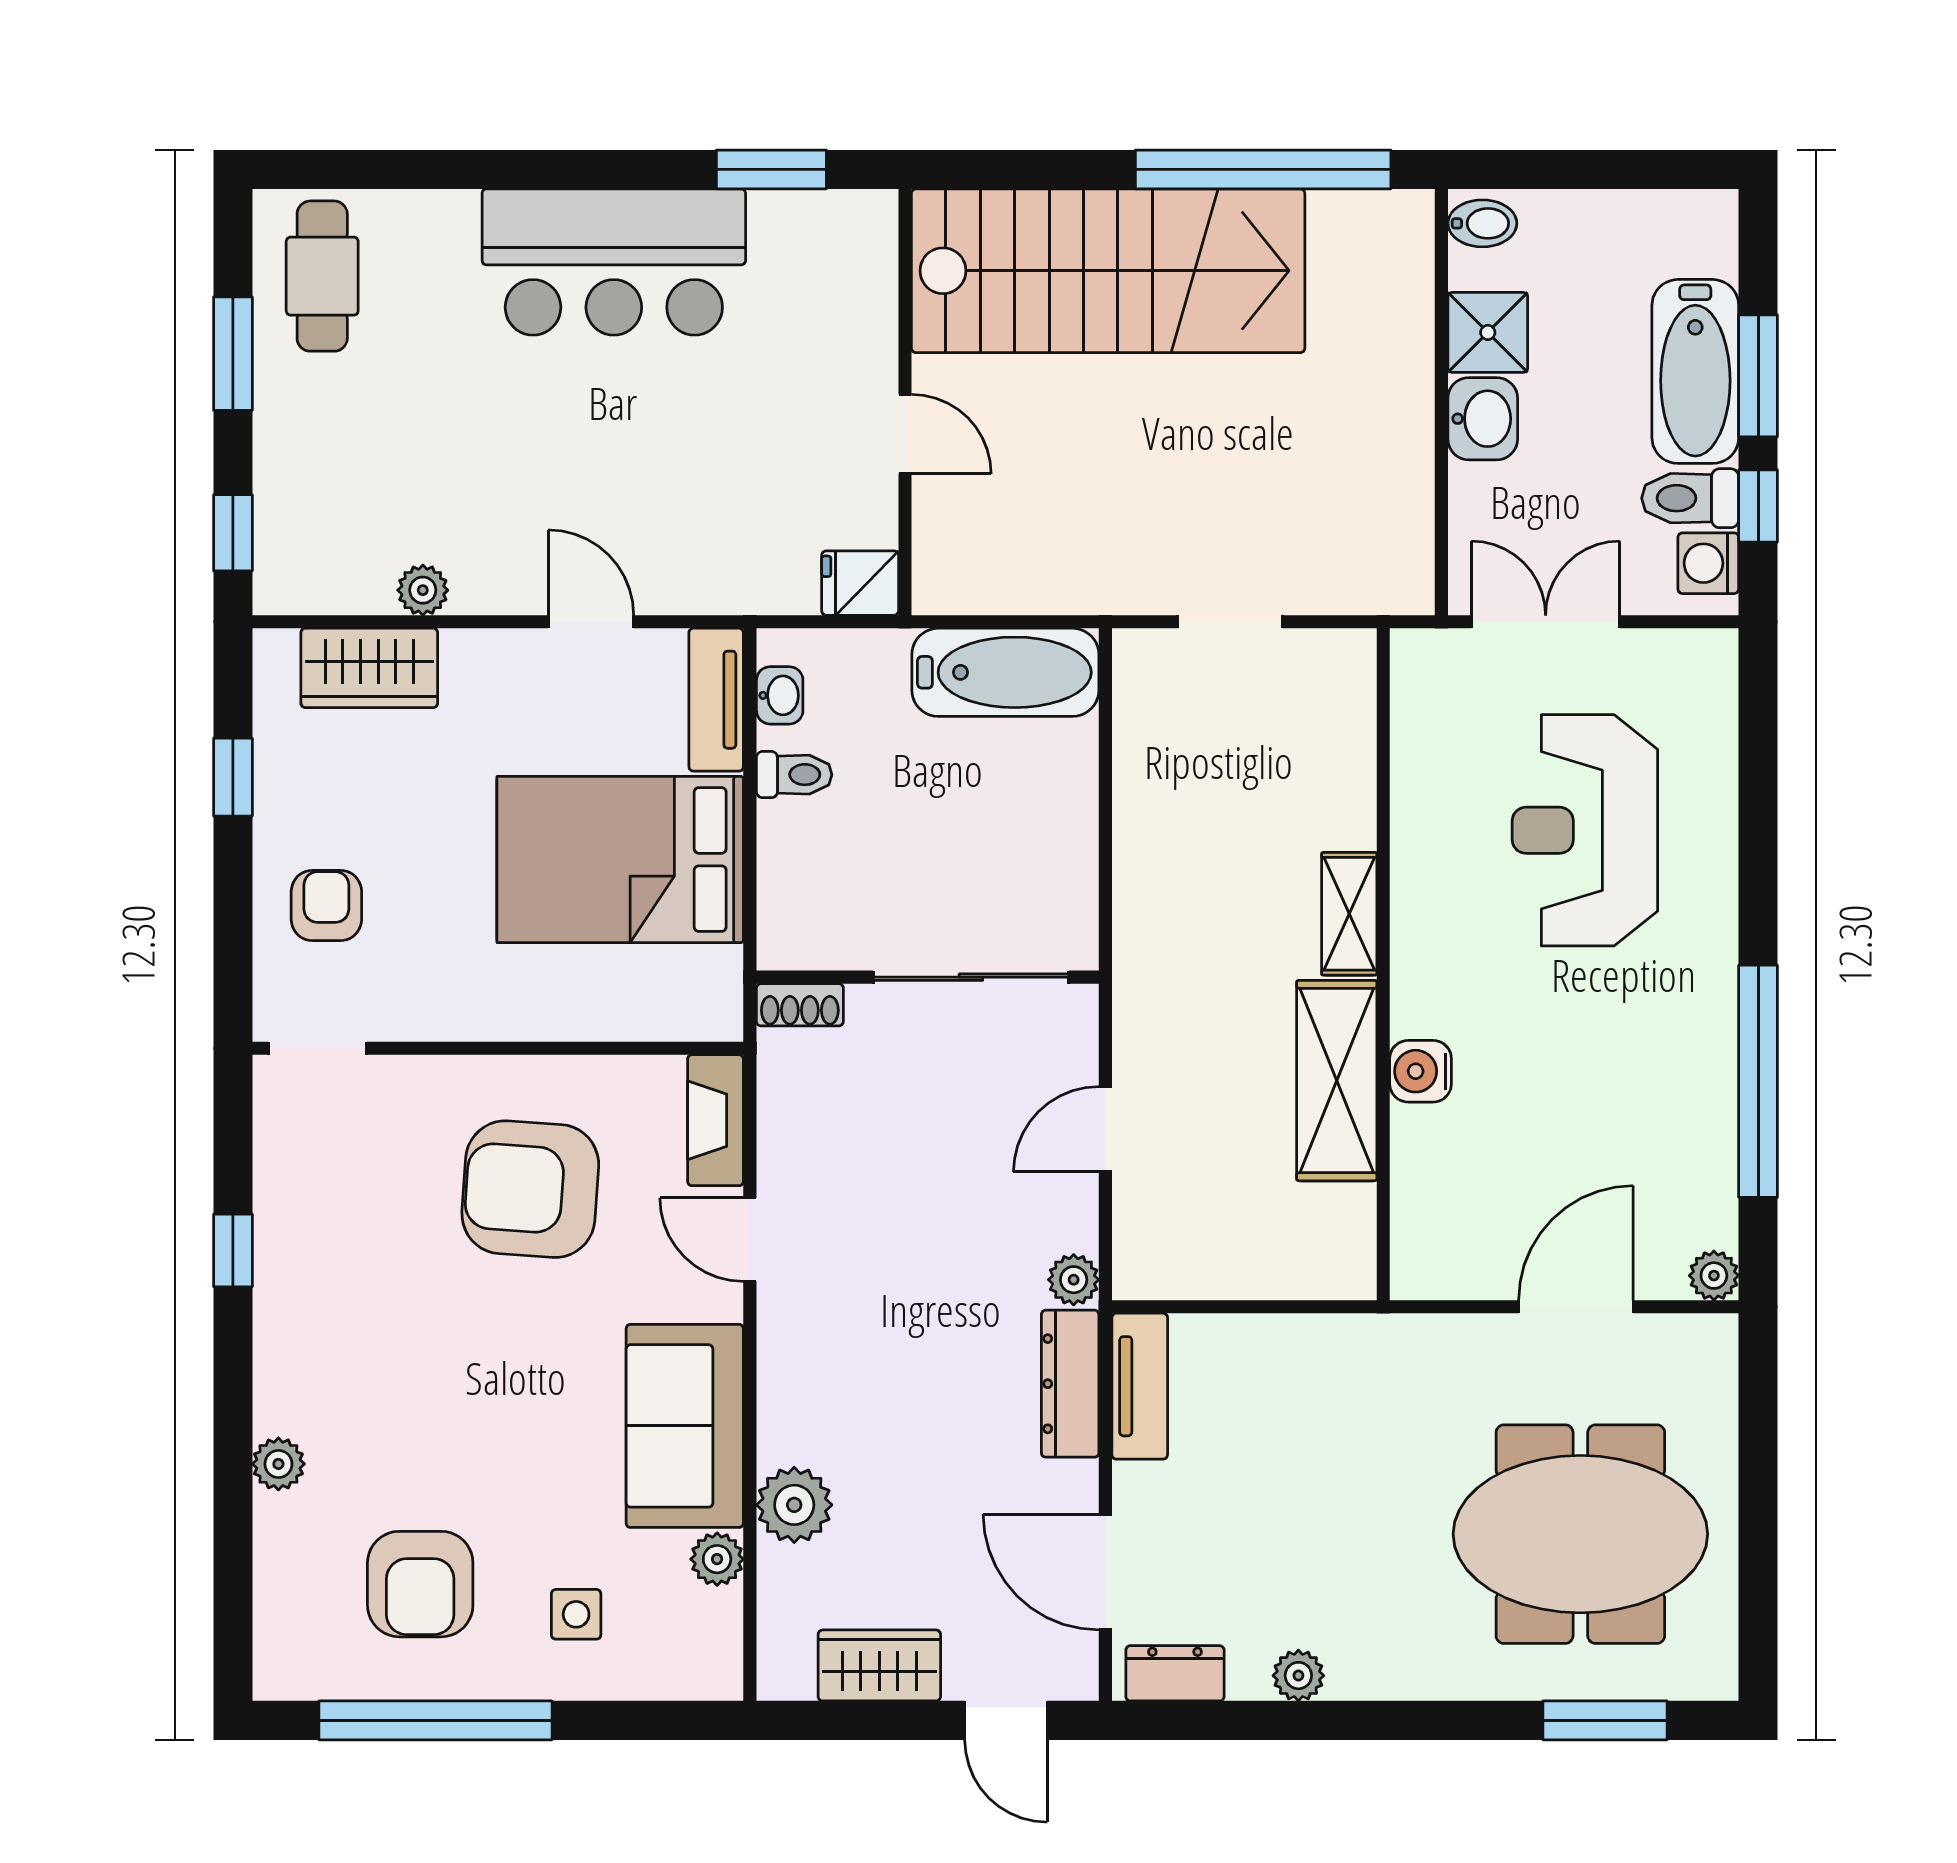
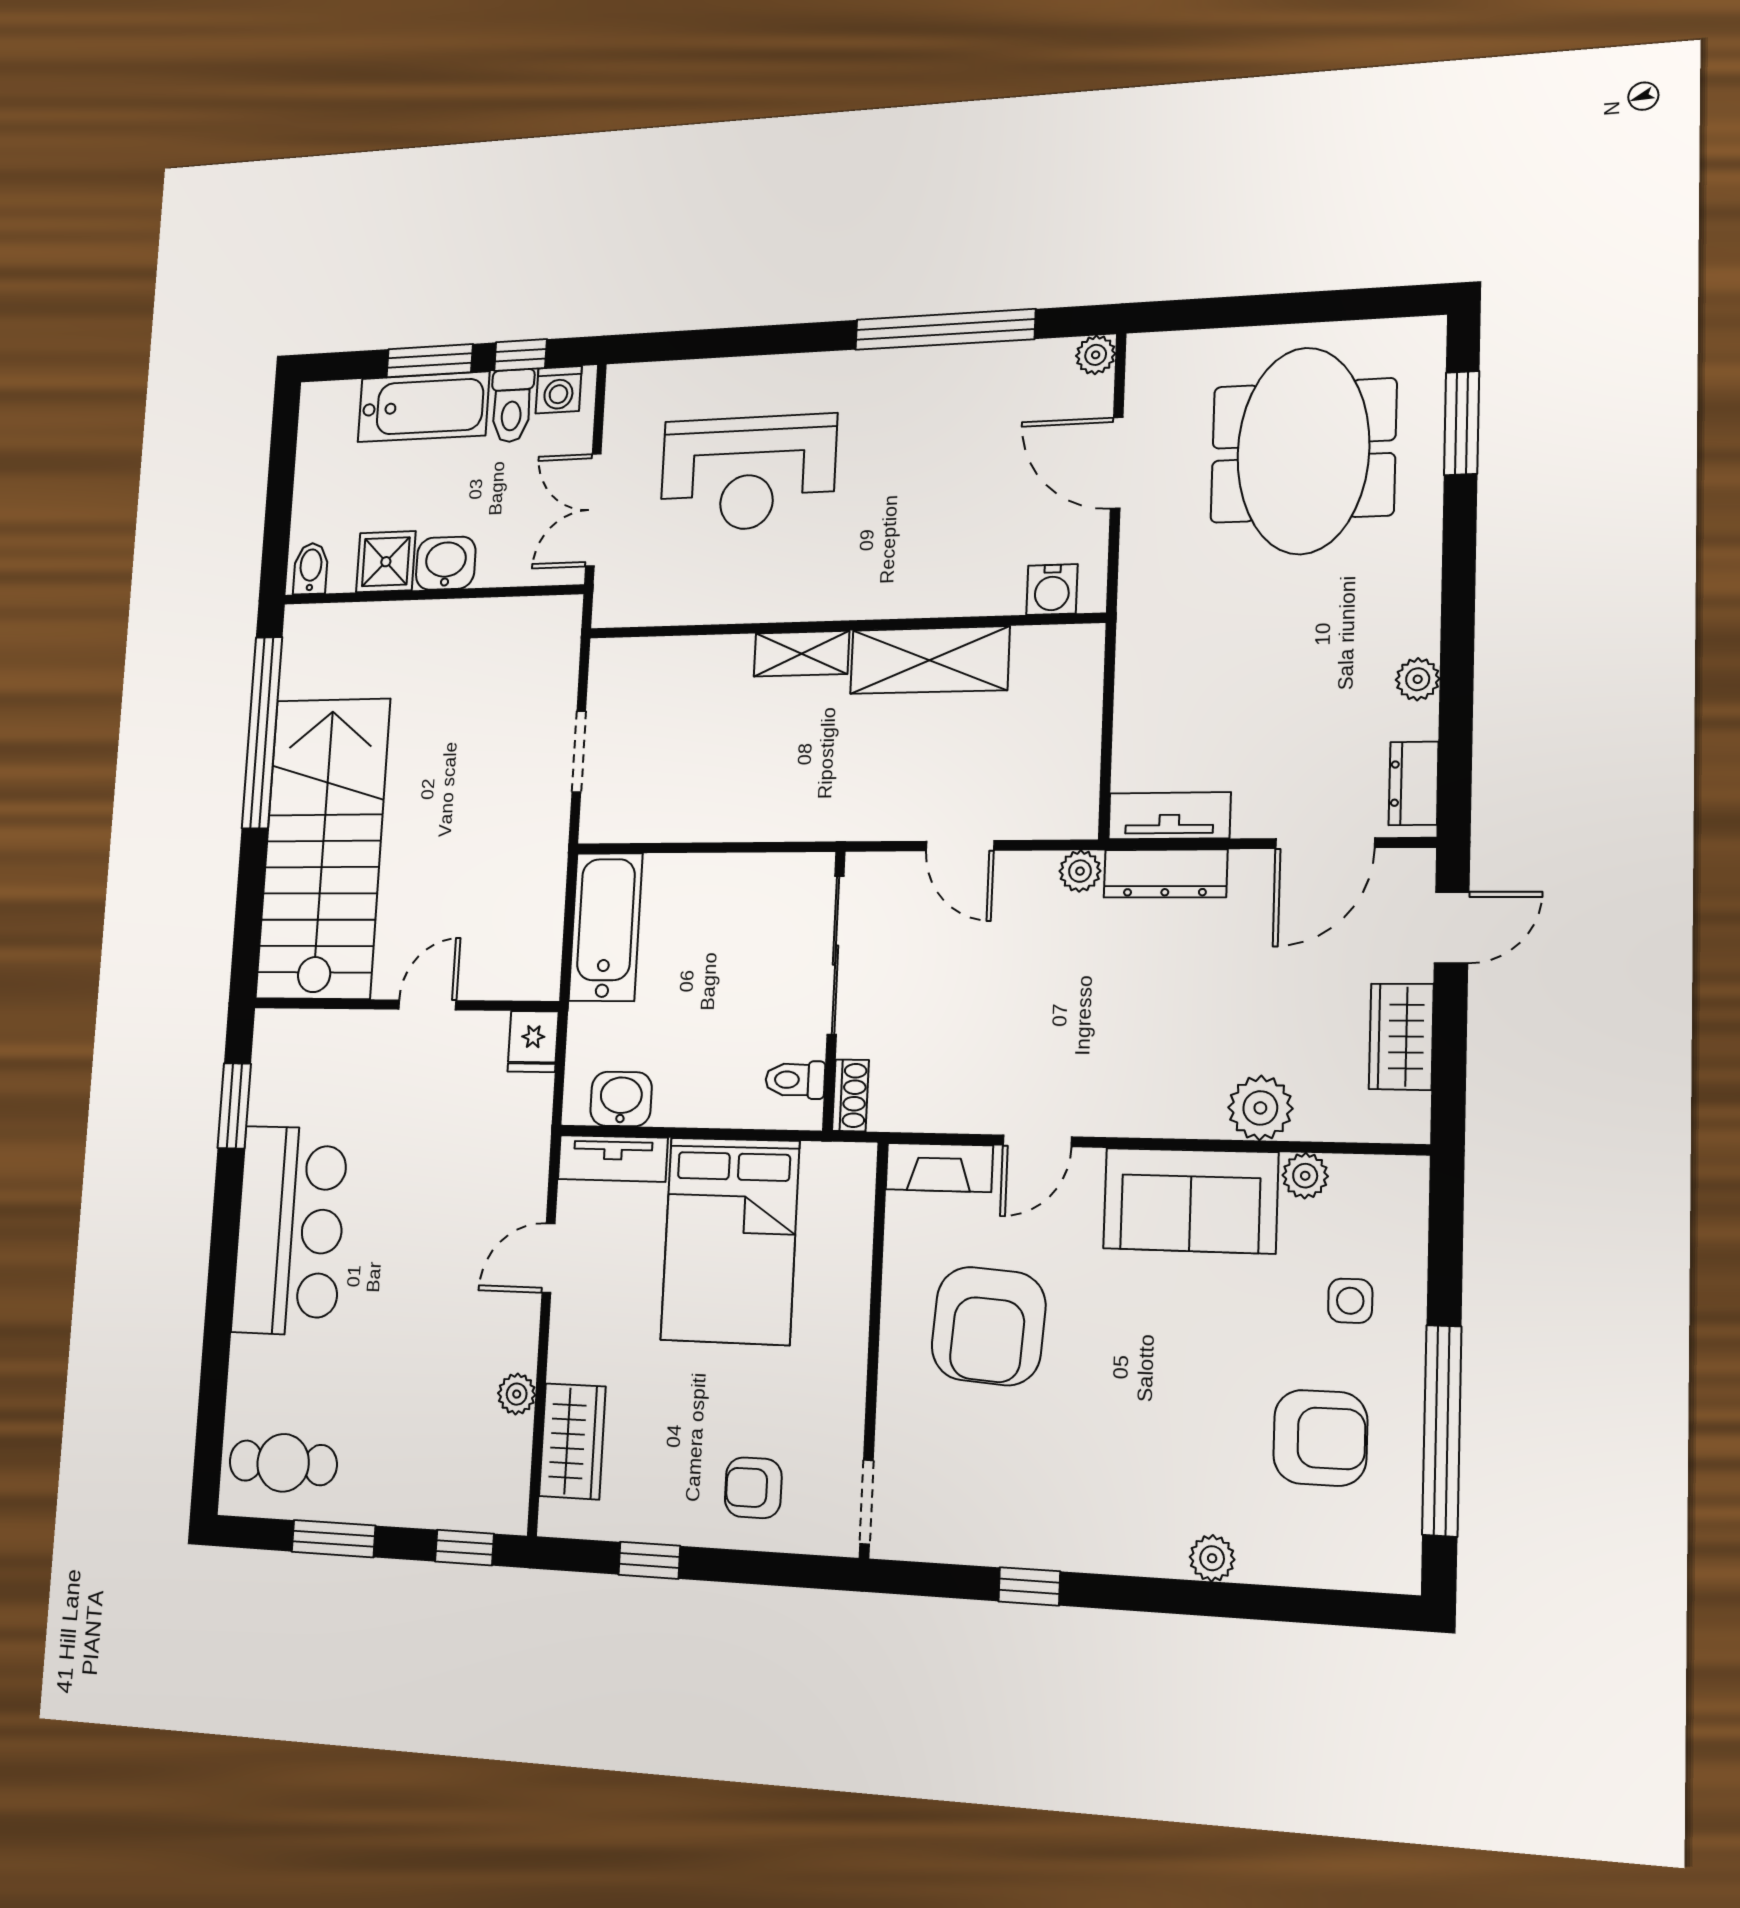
washbasin: (780, 695) -> (621, 1099), width x1.38, depth x1.45
toilet: (794, 775) -> (795, 1080), moved, turned -90
water cooler: (1421, 1071) -> (1052, 590), moved

